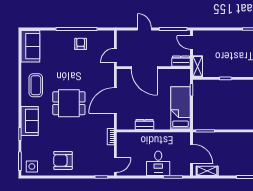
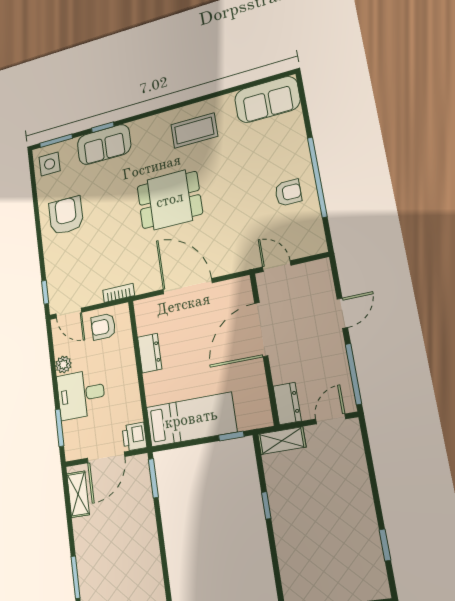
dining table: (69, 103) -> (170, 200), turned 90
sofa: (30, 121) -> (104, 145), moved
printer: (184, 138) -> (134, 437), added
armchair: (126, 147) -> (103, 327), added
plant: (141, 171) -> (63, 365), added

